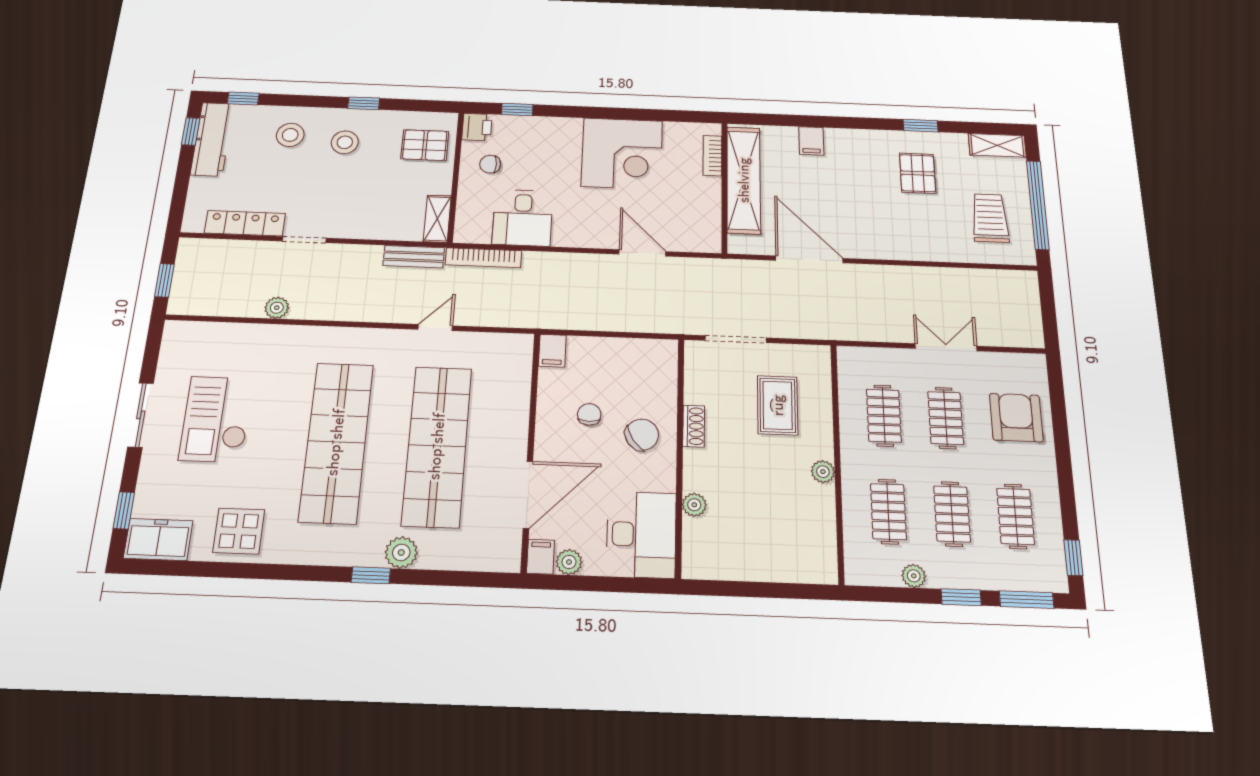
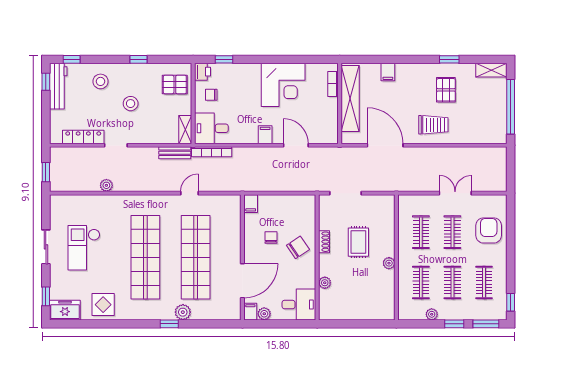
stool: (345, 142) -> (131, 104), moved
desk: (523, 218) -> (211, 128), moved, turned 90
trolley: (990, 218) -> (433, 125), moved, turned 90
filing cabinet: (585, 233) -> (265, 135), added
rug: (778, 405) -> (358, 242), moved
desk: (641, 534) -> (299, 305), width x0.73

